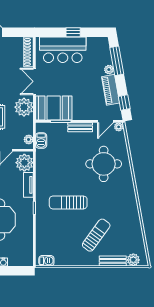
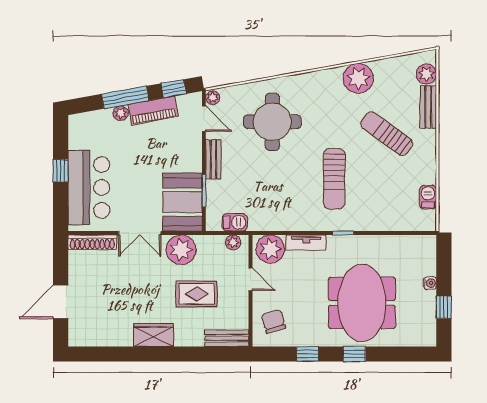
window: (117, 61) -> (125, 97), moved
plant: (131, 217) -> (358, 78), added
barbecue: (46, 261) -> (428, 197), moved

